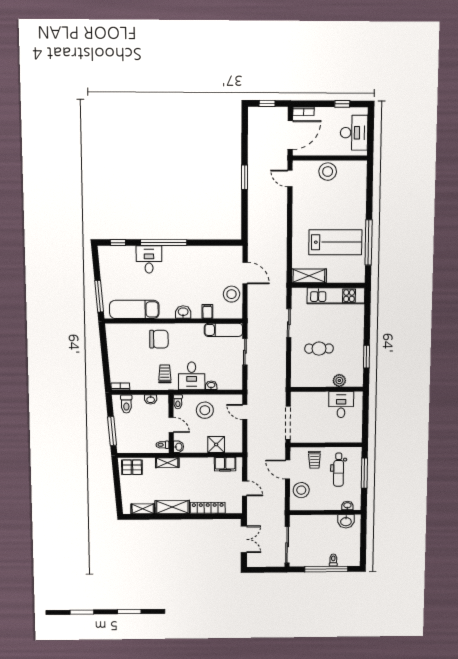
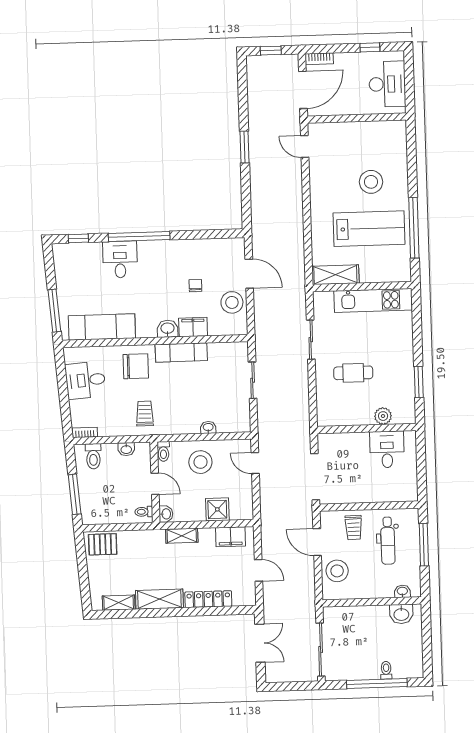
stool: (328, 172) -> (371, 182), moved
chair: (205, 281) -> (195, 286), added
filing cabinet: (207, 311) -> (193, 327), width x2.00
exam couch: (223, 330) -> (181, 352), moved
desk: (192, 376) -> (85, 380), moved, turned 86
shelving: (167, 463) -> (182, 536), moved

